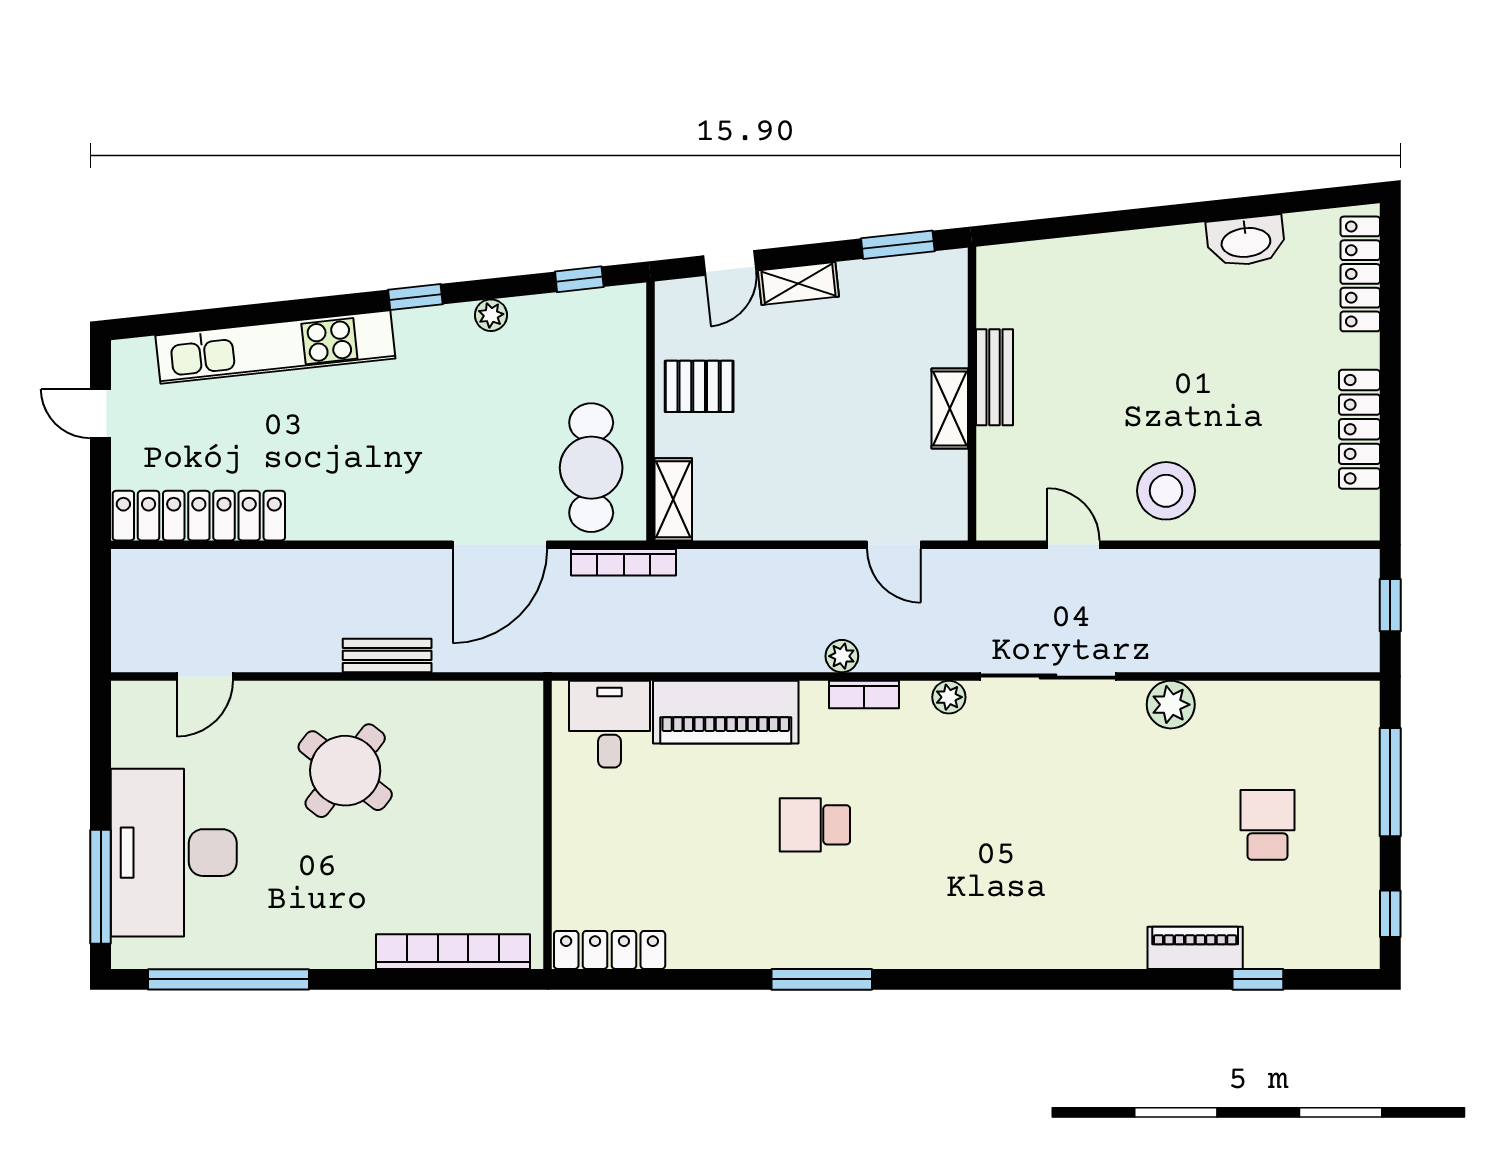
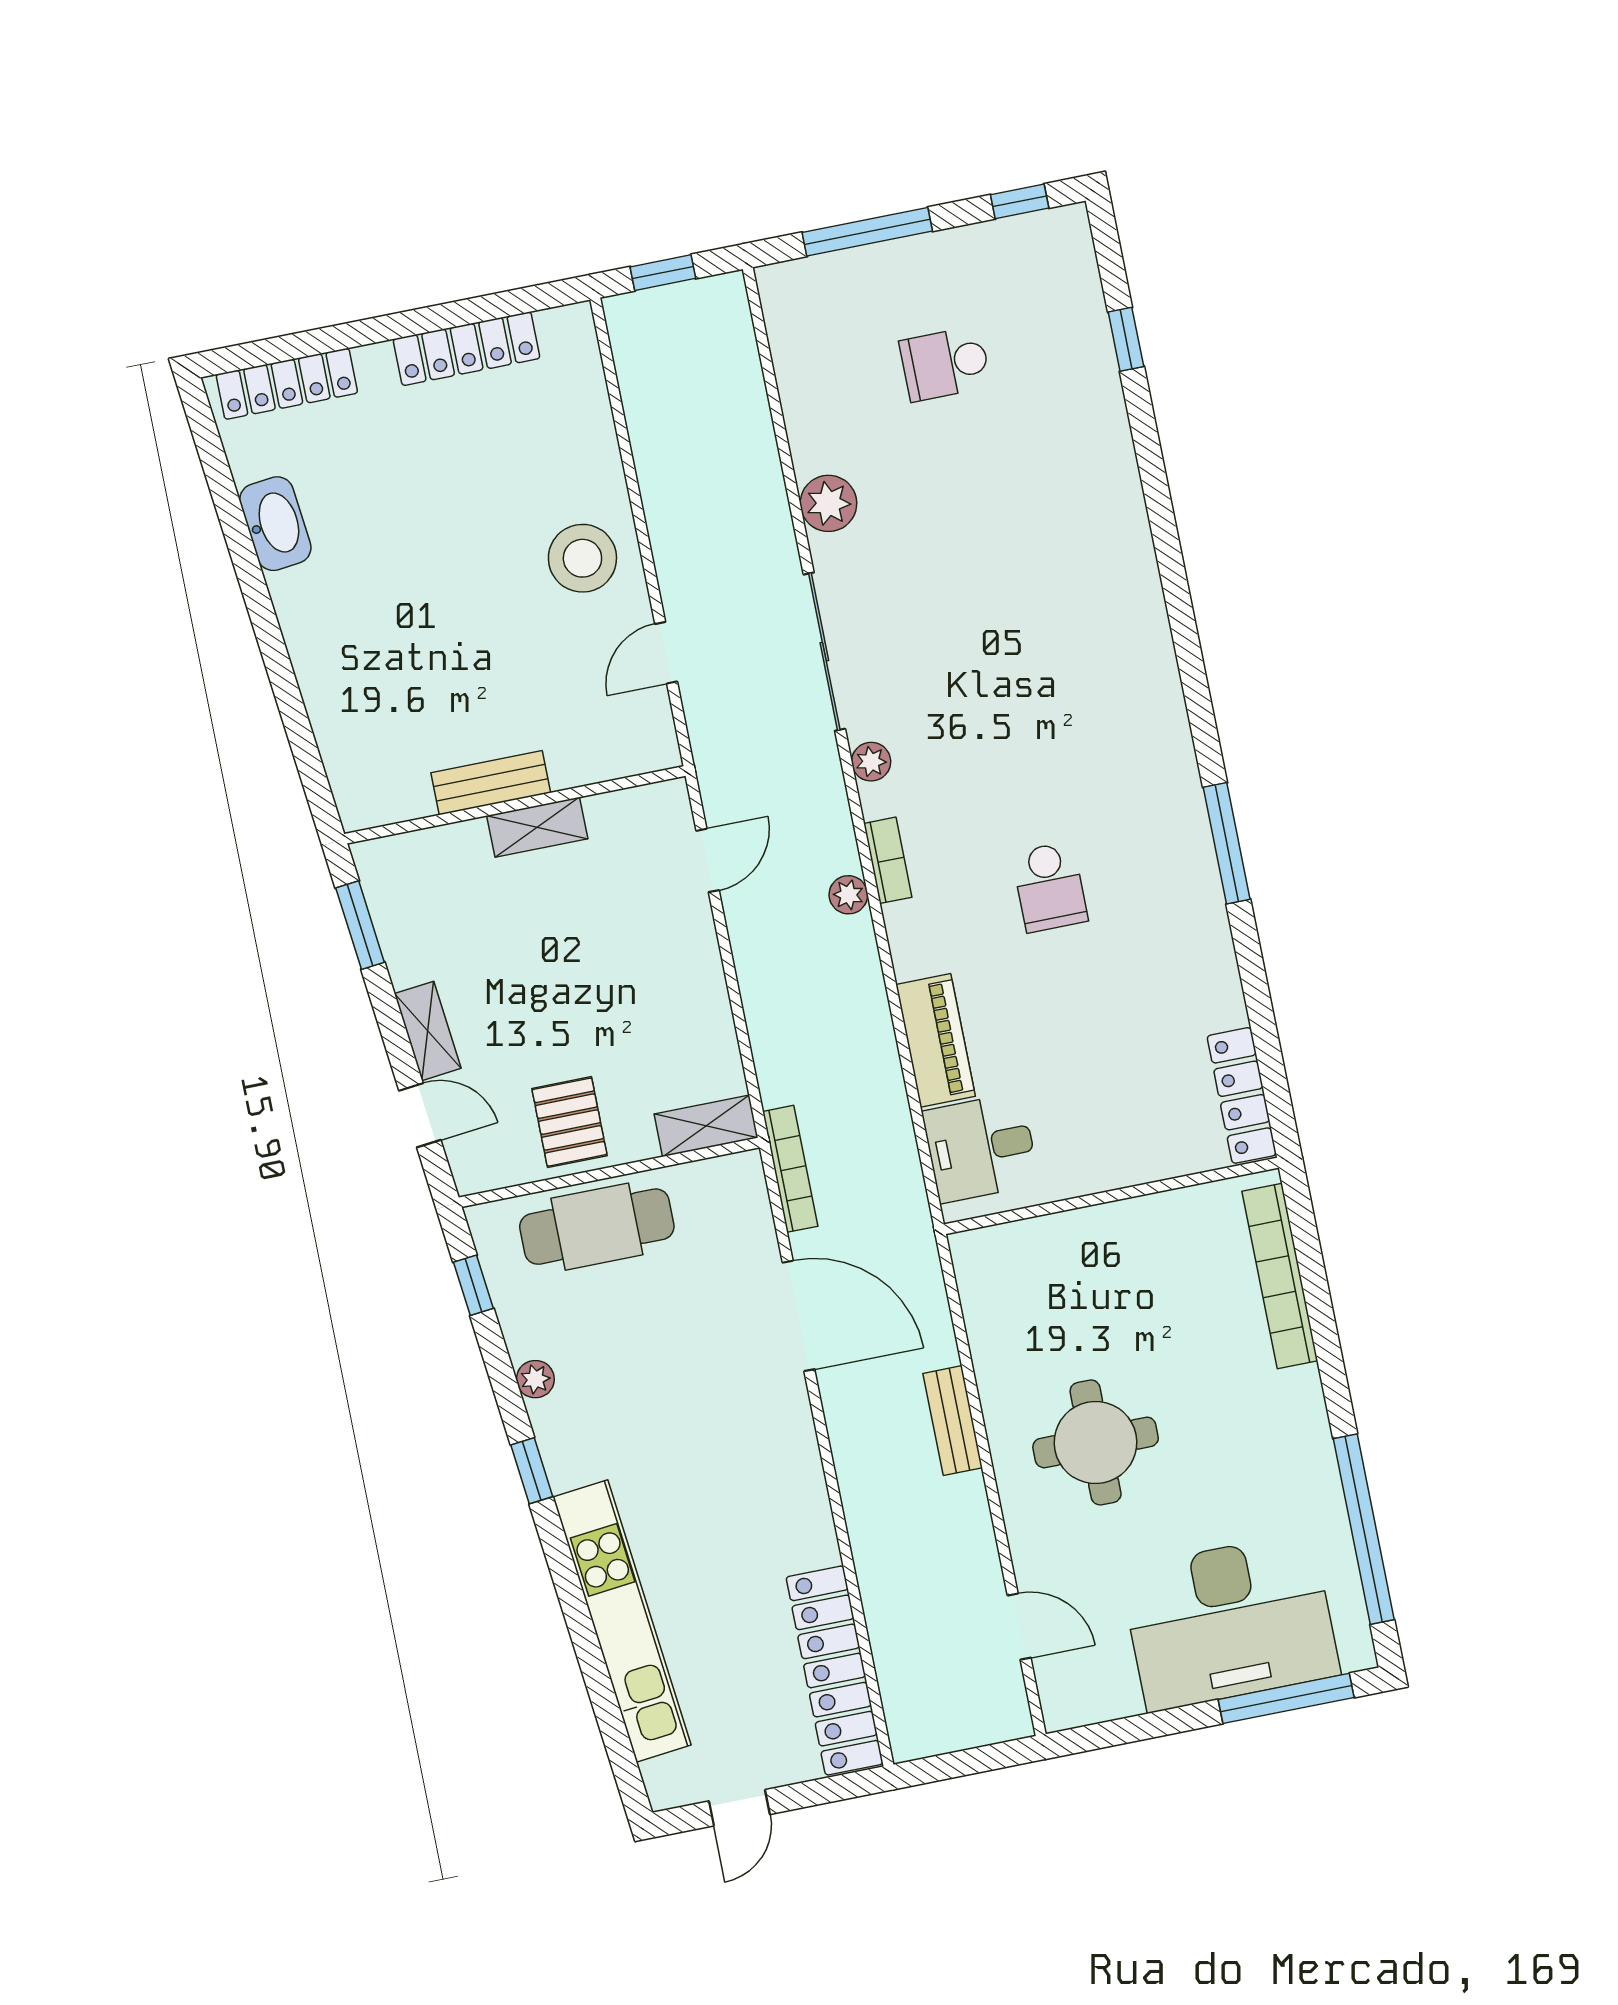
cafe table: (591, 468) -> (597, 1227), moved
piano: (726, 712) -> (936, 1040), width x0.73, depth x0.75
round table: (345, 771) -> (1096, 1442), turned -38
piano: (1195, 948) -> (1104, 419), removed

